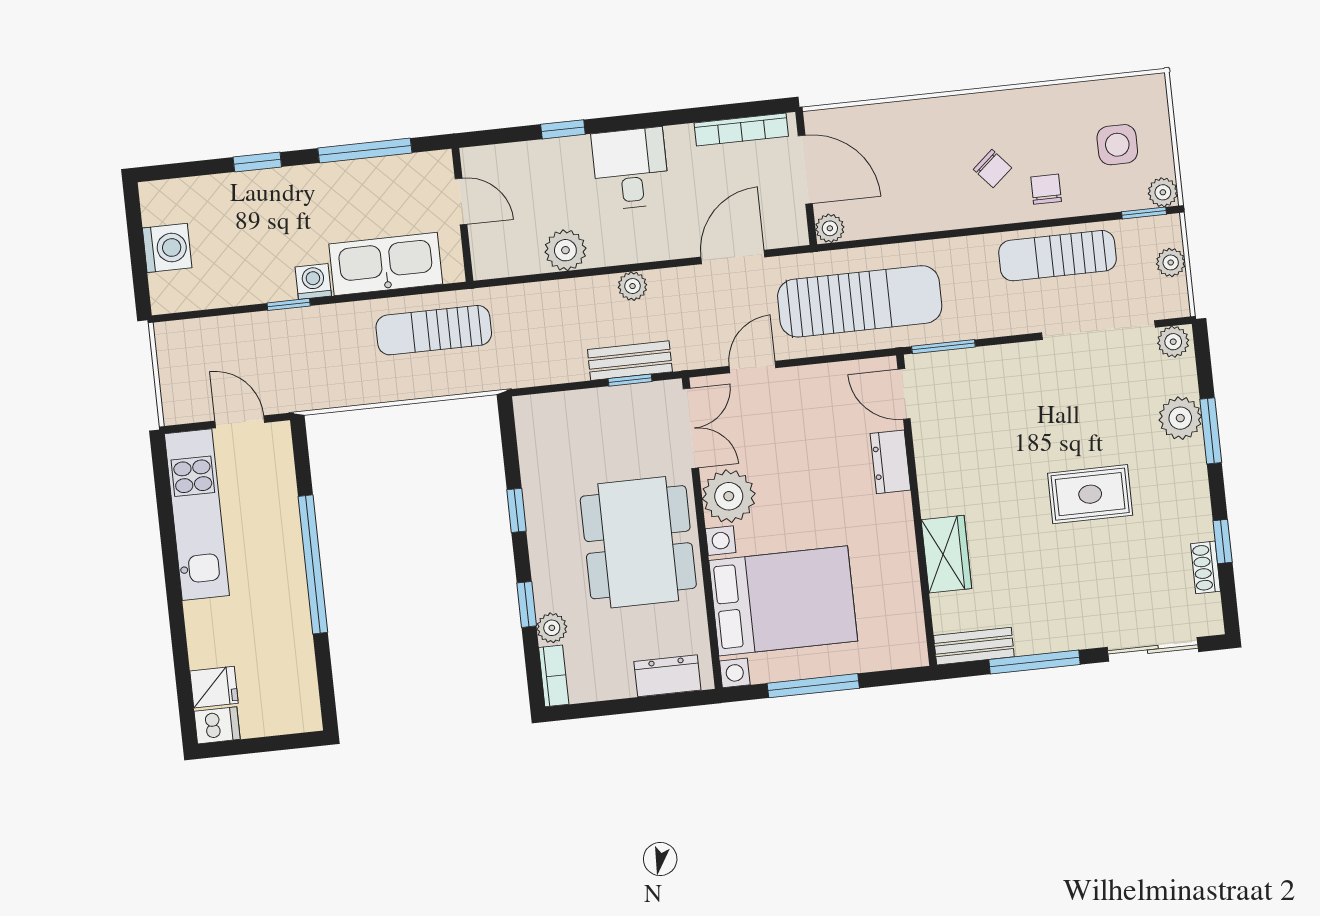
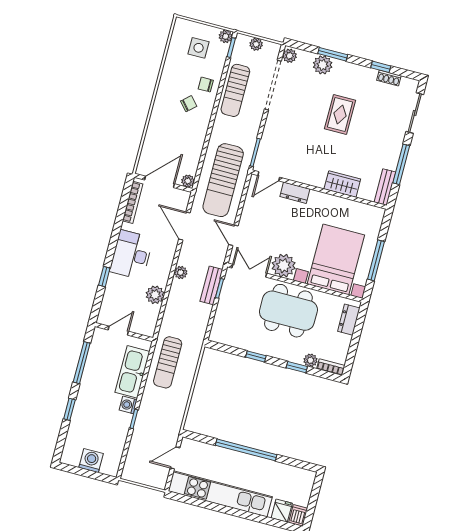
desk: (630, 169) -> (131, 255), width x1.37
sun lounger: (860, 301) -> (223, 180), turned 180
kitchen unit: (197, 515) -> (220, 494), width x1.36

